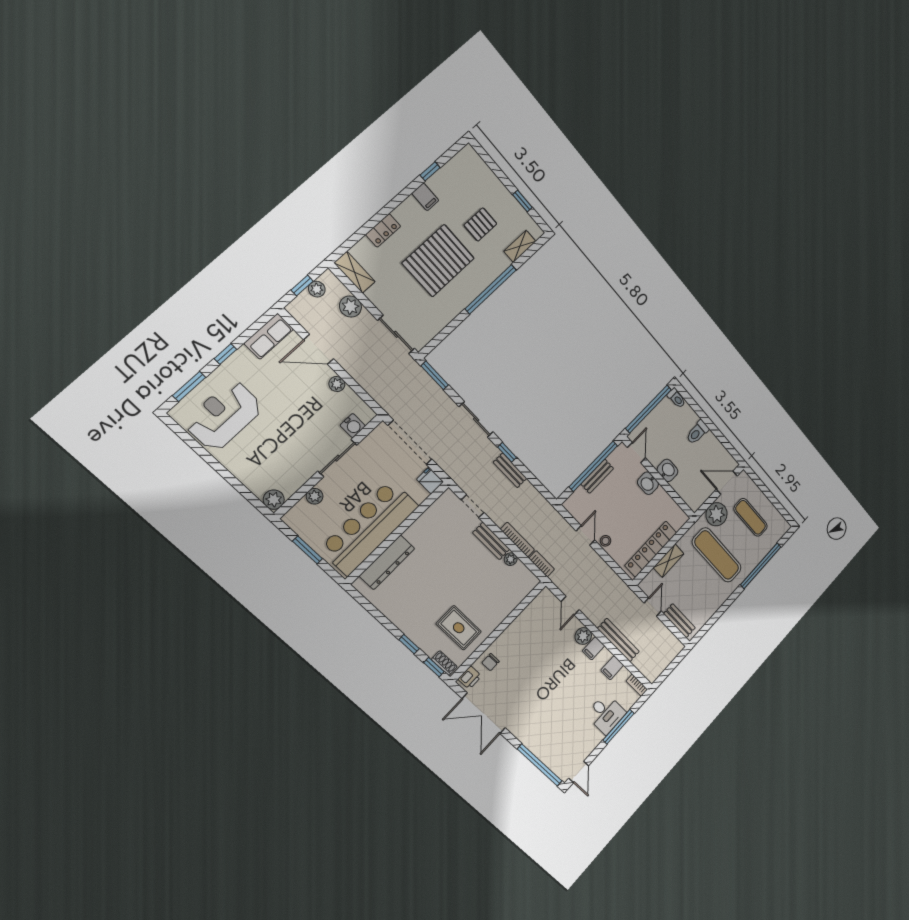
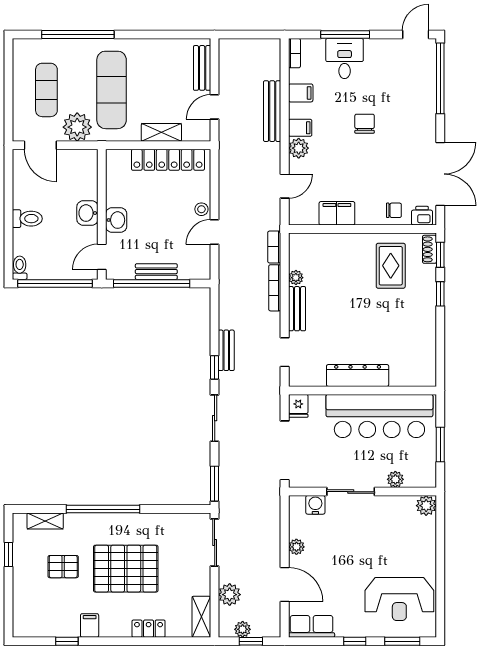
dresser: (387, 562) -> (358, 375), moved
filing cabinet: (524, 623) -> (337, 213), added
chair: (559, 692) -> (365, 124), added

